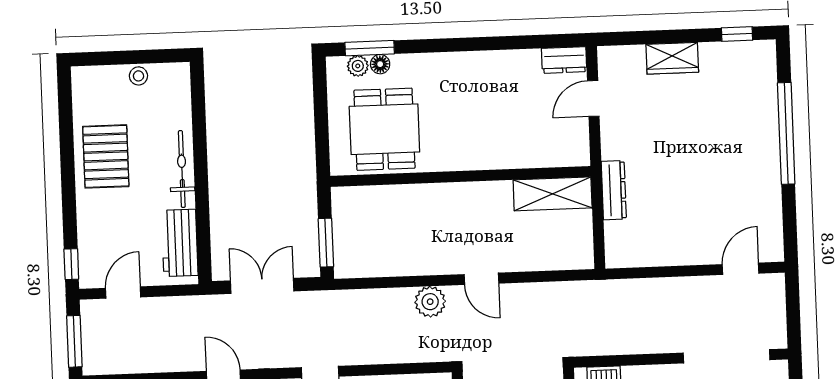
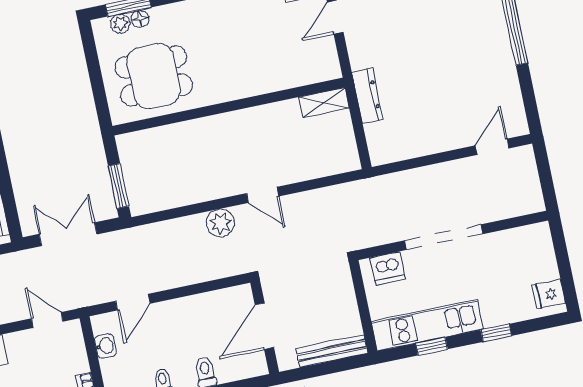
dining table: (384, 129) -> (154, 76), turned 90
shelving: (553, 194) -> (324, 102), width x0.67, depth x0.75
doorway: (727, 356) -> (444, 237), moved

